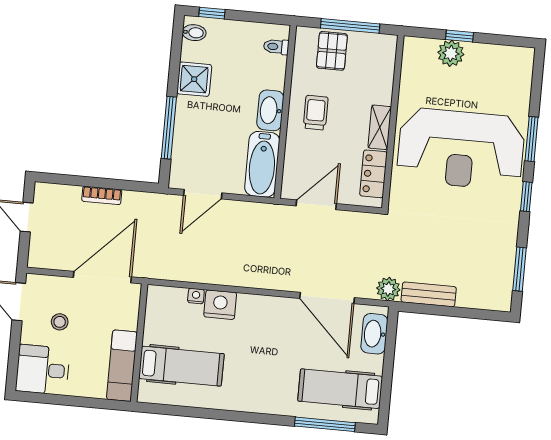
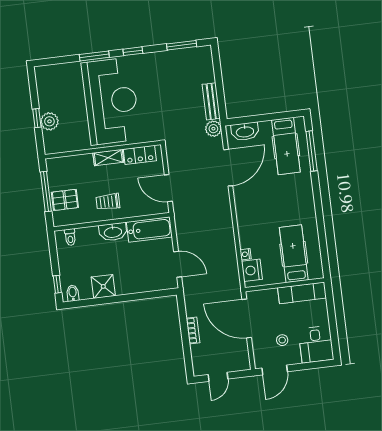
window: (169, 128) -> (139, 296), removed
nightstand: (220, 305) -> (252, 270), moved

